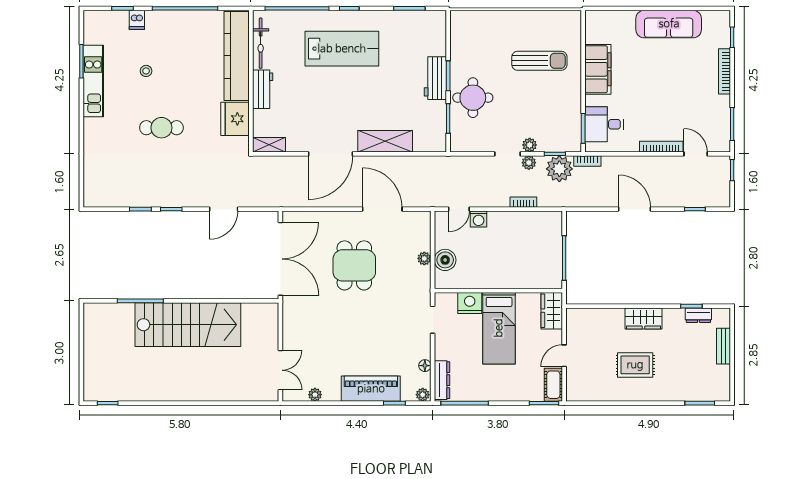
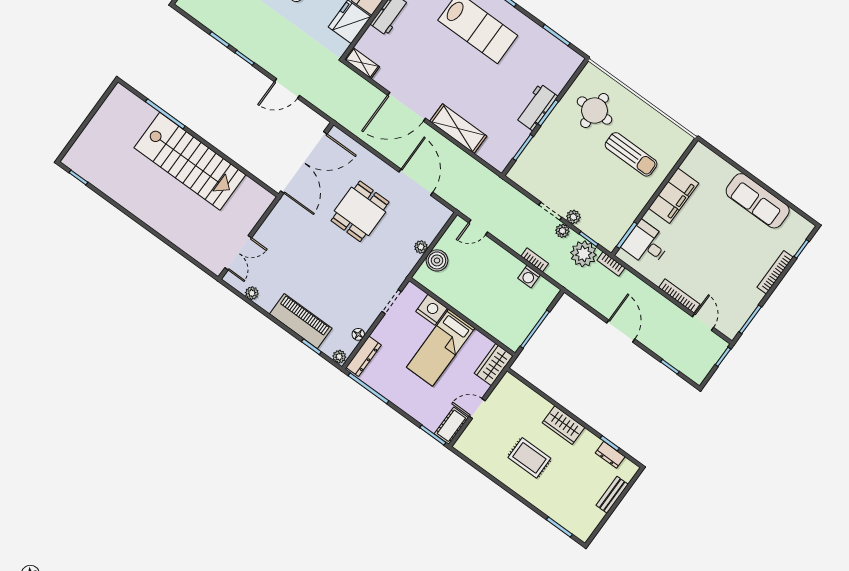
round table: (473, 98) -> (595, 111), moved
washing machine: (479, 219) -> (529, 277), moved

